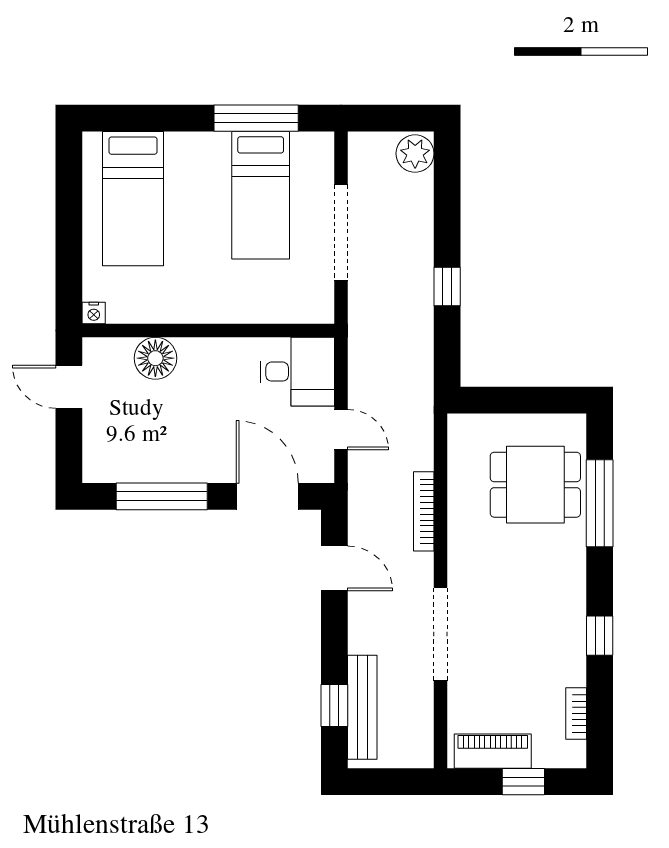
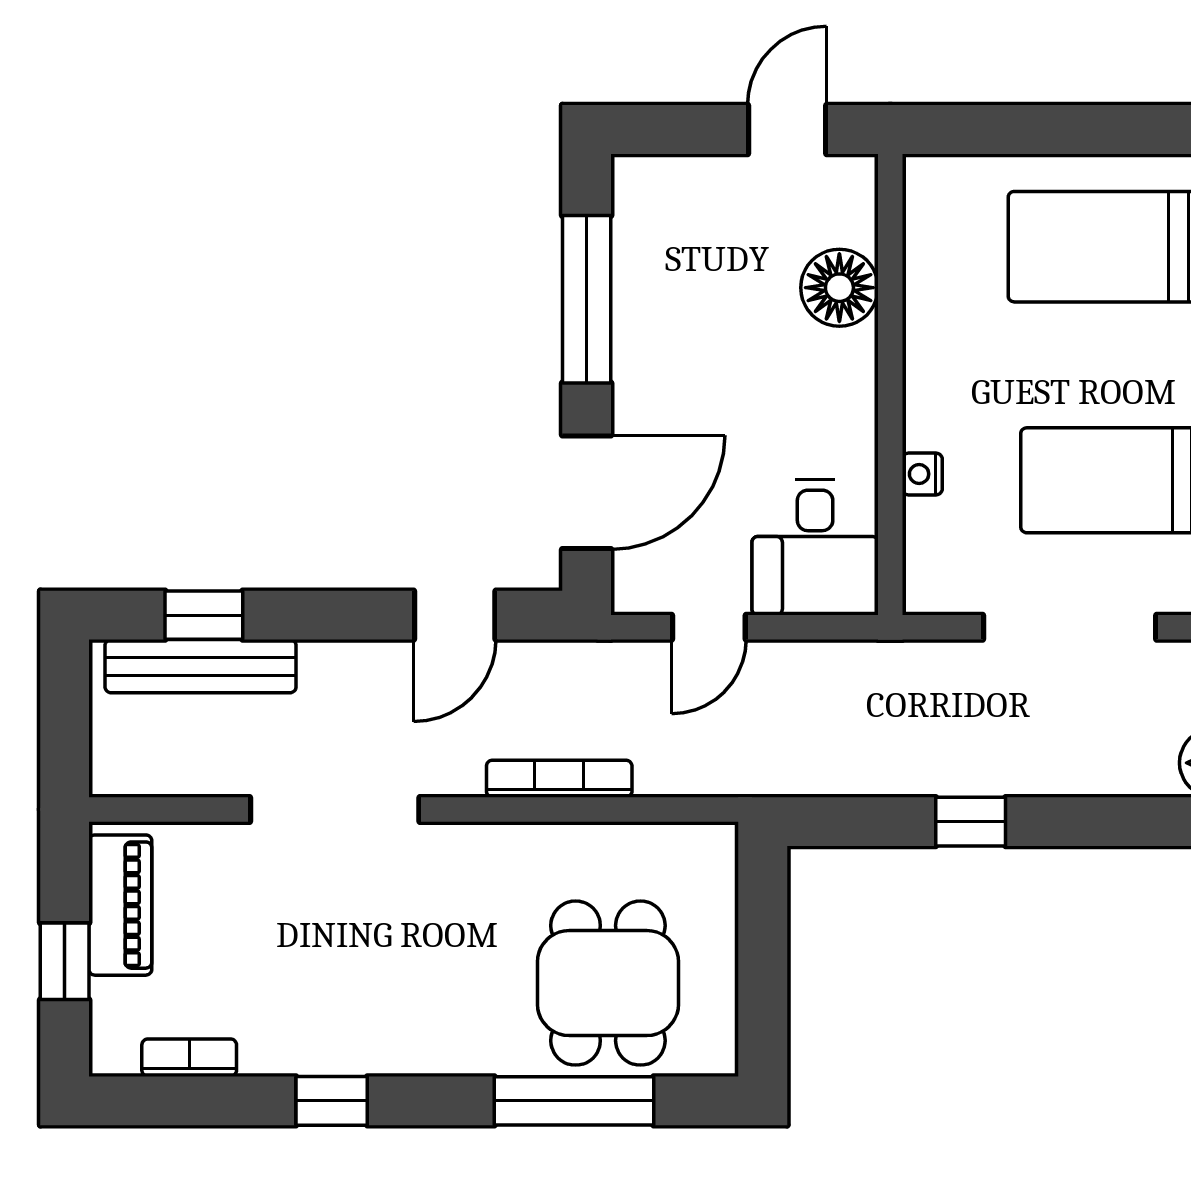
nightstand: (94, 313) -> (922, 474), moved

